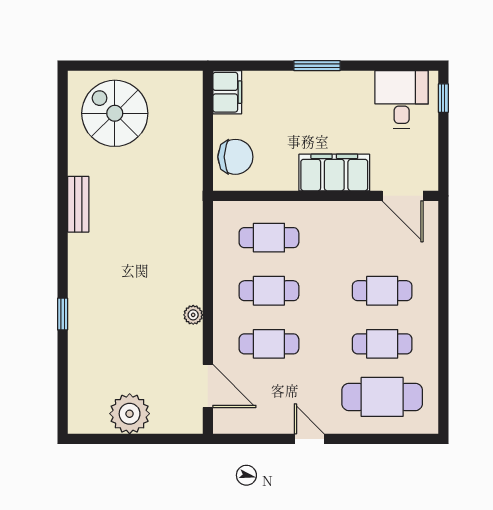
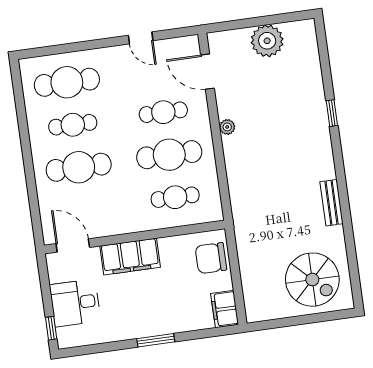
desk: (402, 99) -> (75, 303), moved, turned 90
cafe table: (269, 291) -> (169, 155), width x1.37, depth x1.35
cafe table: (382, 291) -> (79, 167), width x1.37, depth x1.35
door: (309, 439) -> (141, 38), moved

